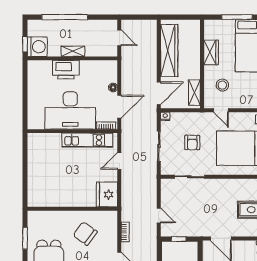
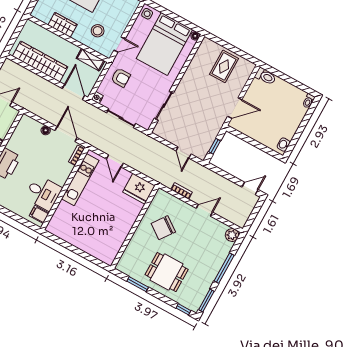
desk: (70, 110) -> (43, 193), width x0.53, depth x0.77
filing cabinet: (38, 121) -> (39, 214), added
armchair: (192, 143) -> (121, 78), moved
door: (159, 215) -> (183, 152), swing flipped

